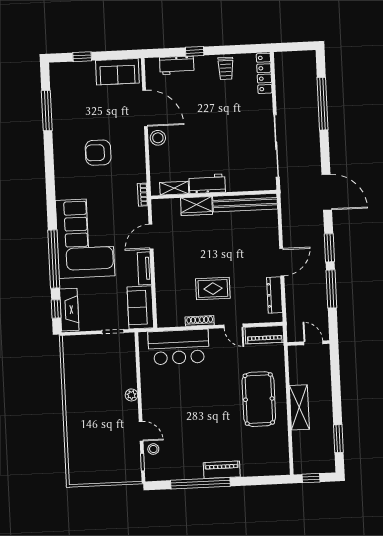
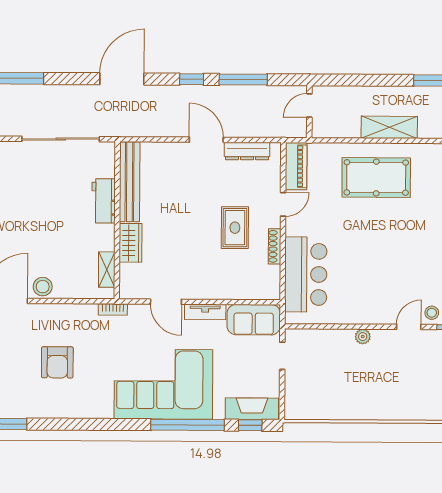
workbench: (207, 184) -> (104, 201), moved
window: (329, 248) -> (192, 79), width x0.67

